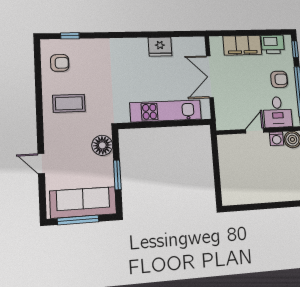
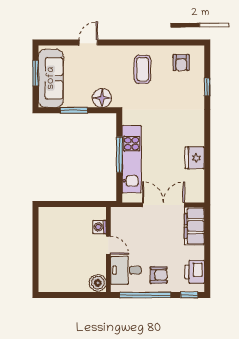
window: (70, 36) -> (207, 87), moved
filing cabinet: (242, 45) -> (194, 226), moved
armchair: (279, 79) -> (159, 275), turned -90
window: (162, 124) -> (119, 155), added
washing machine: (277, 139) -> (100, 227), moved
window: (78, 220) -> (36, 73), width x0.69

